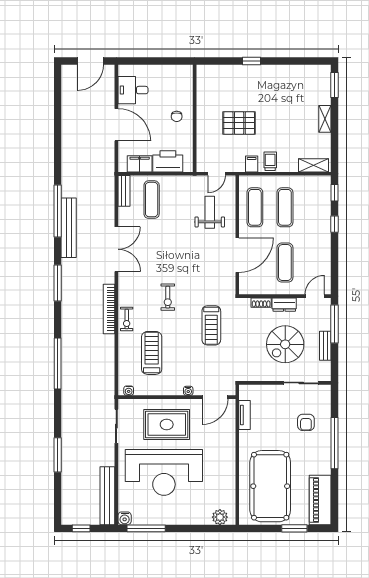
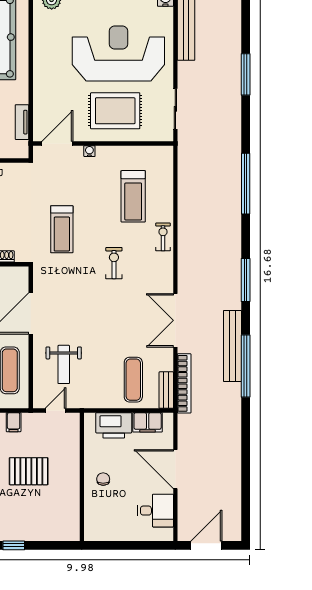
bookcase: (109, 309) -> (184, 383), moved
treadmill: (211, 325) -> (62, 229), turned 180
water cooler: (129, 391) -> (161, 151), removed

